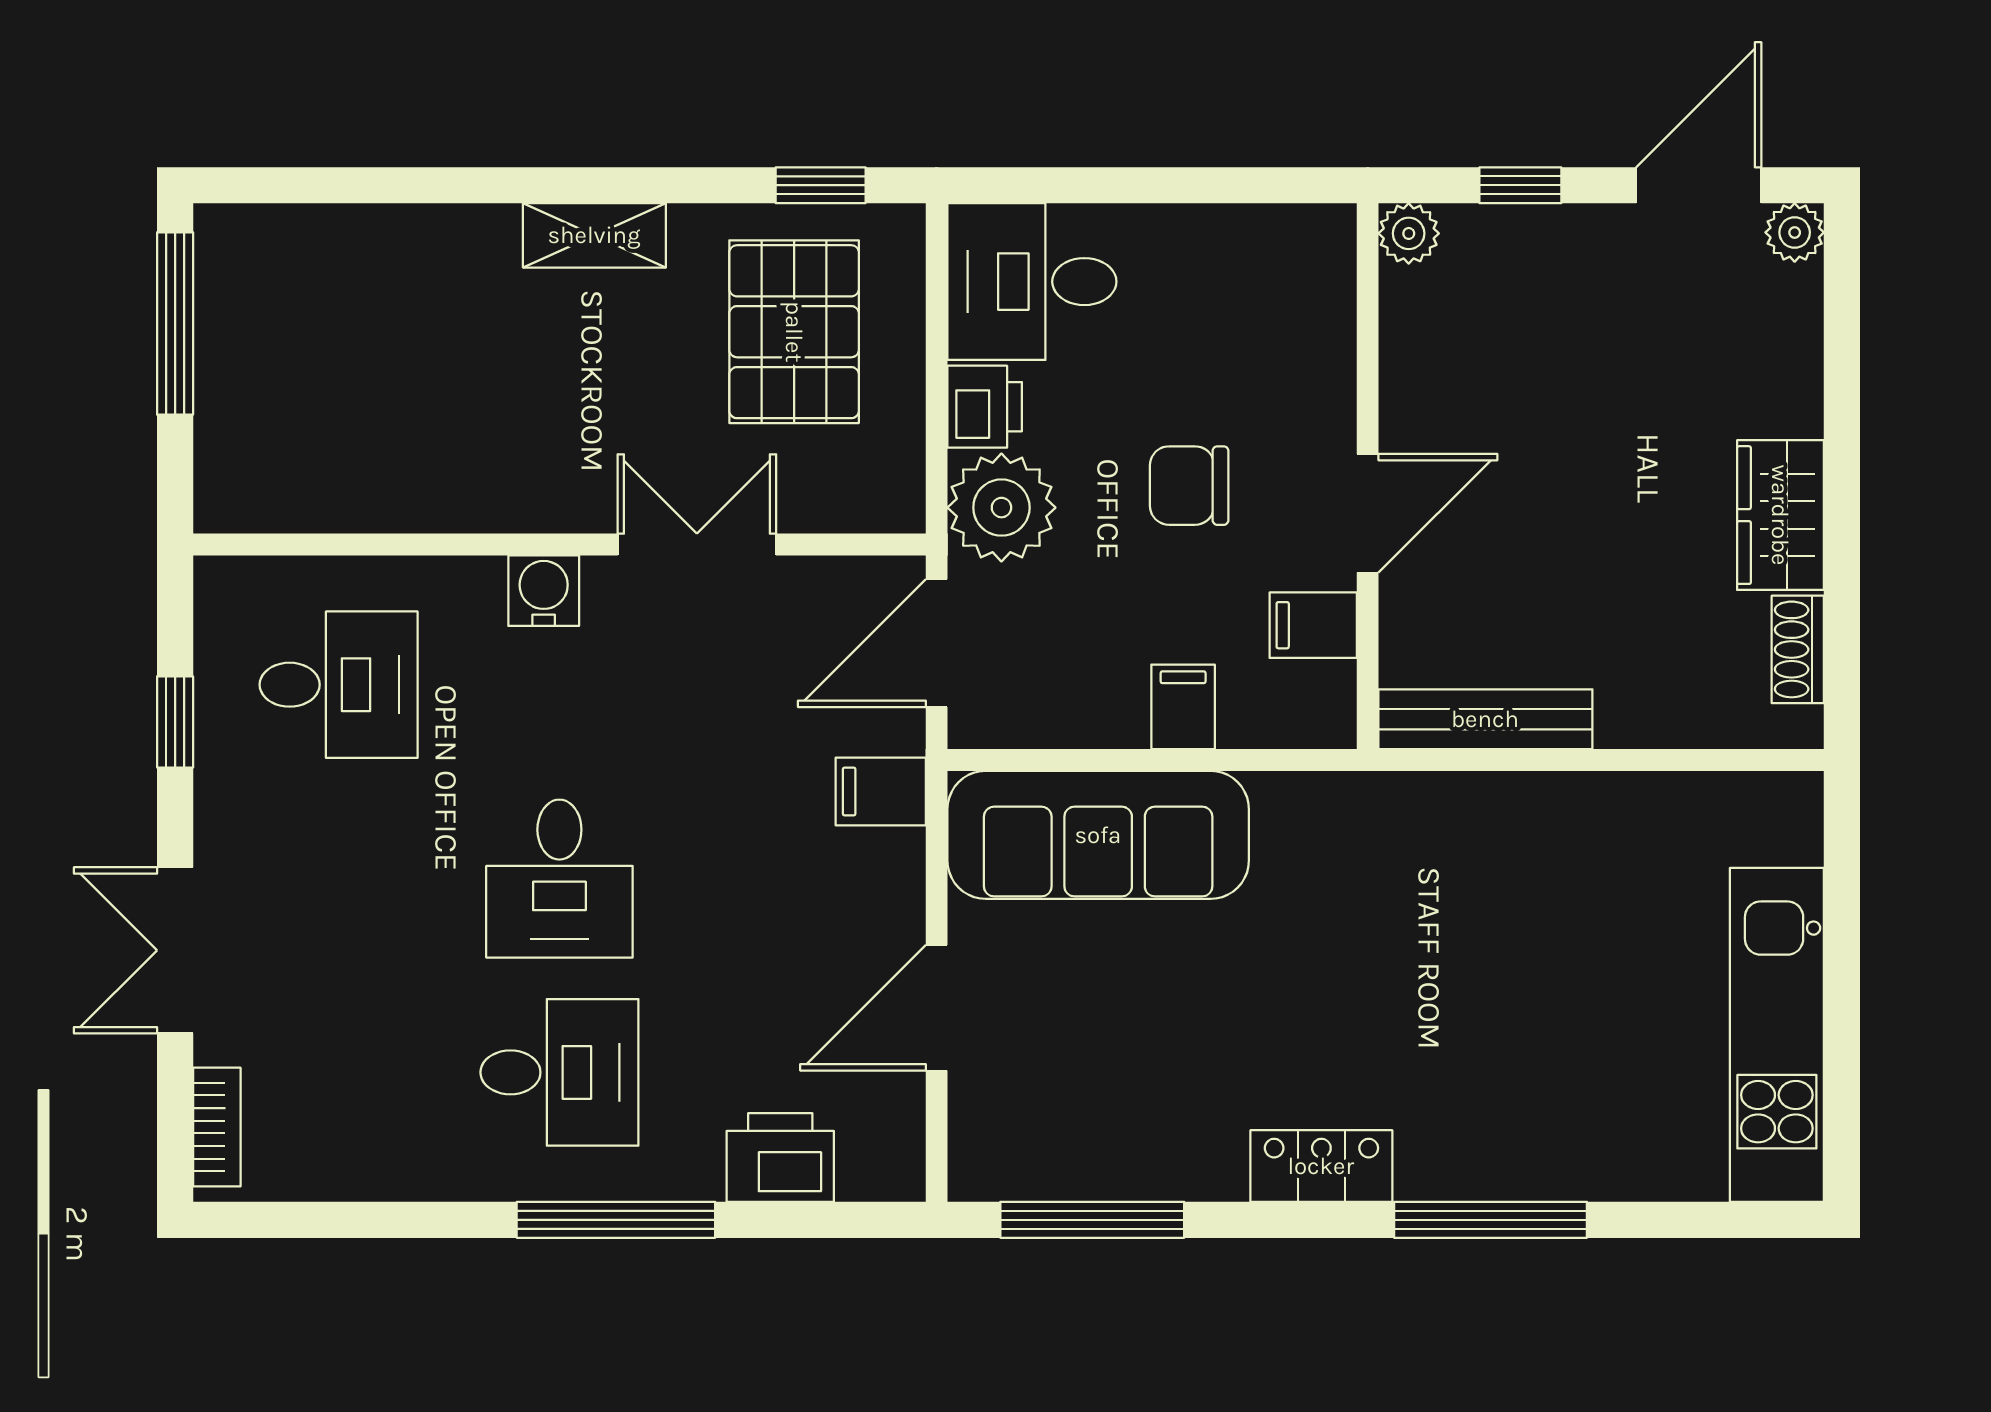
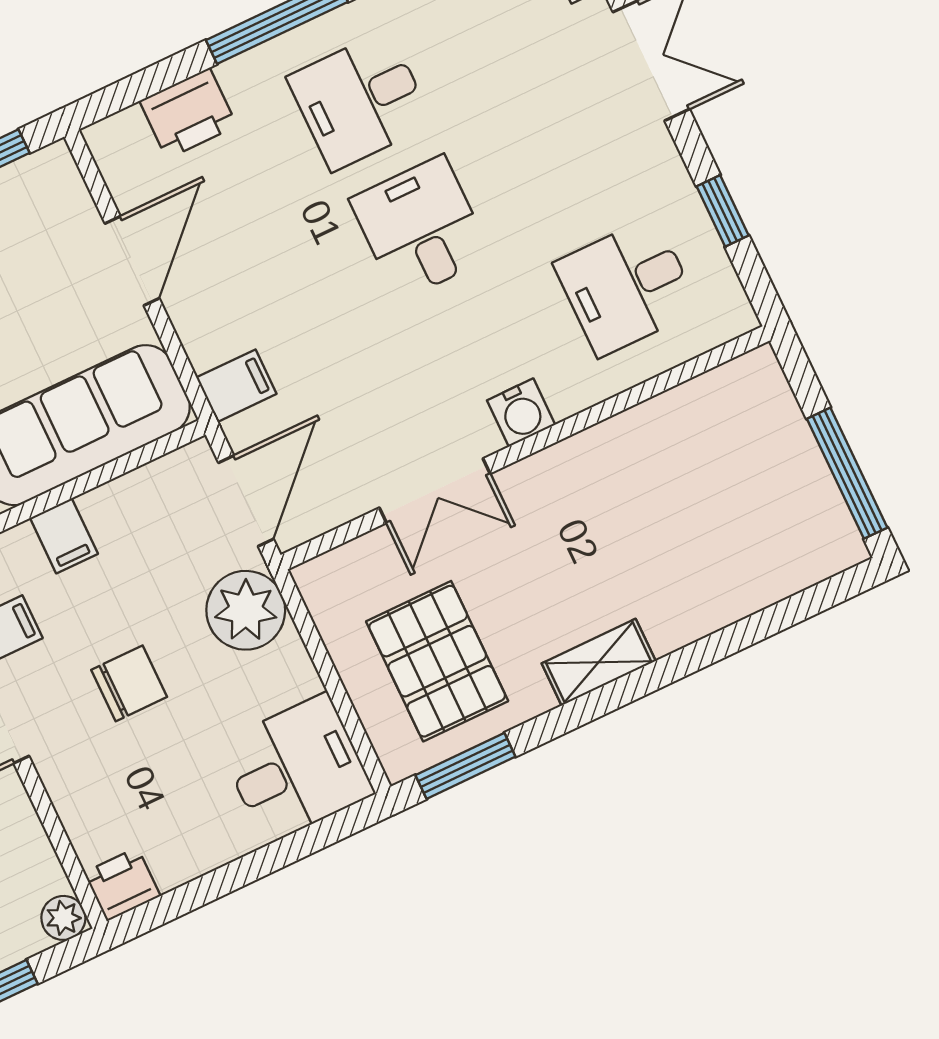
window: (821, 185) -> (465, 766), width x1.50
printer: (985, 407) -> (122, 884), moved, turned 90

